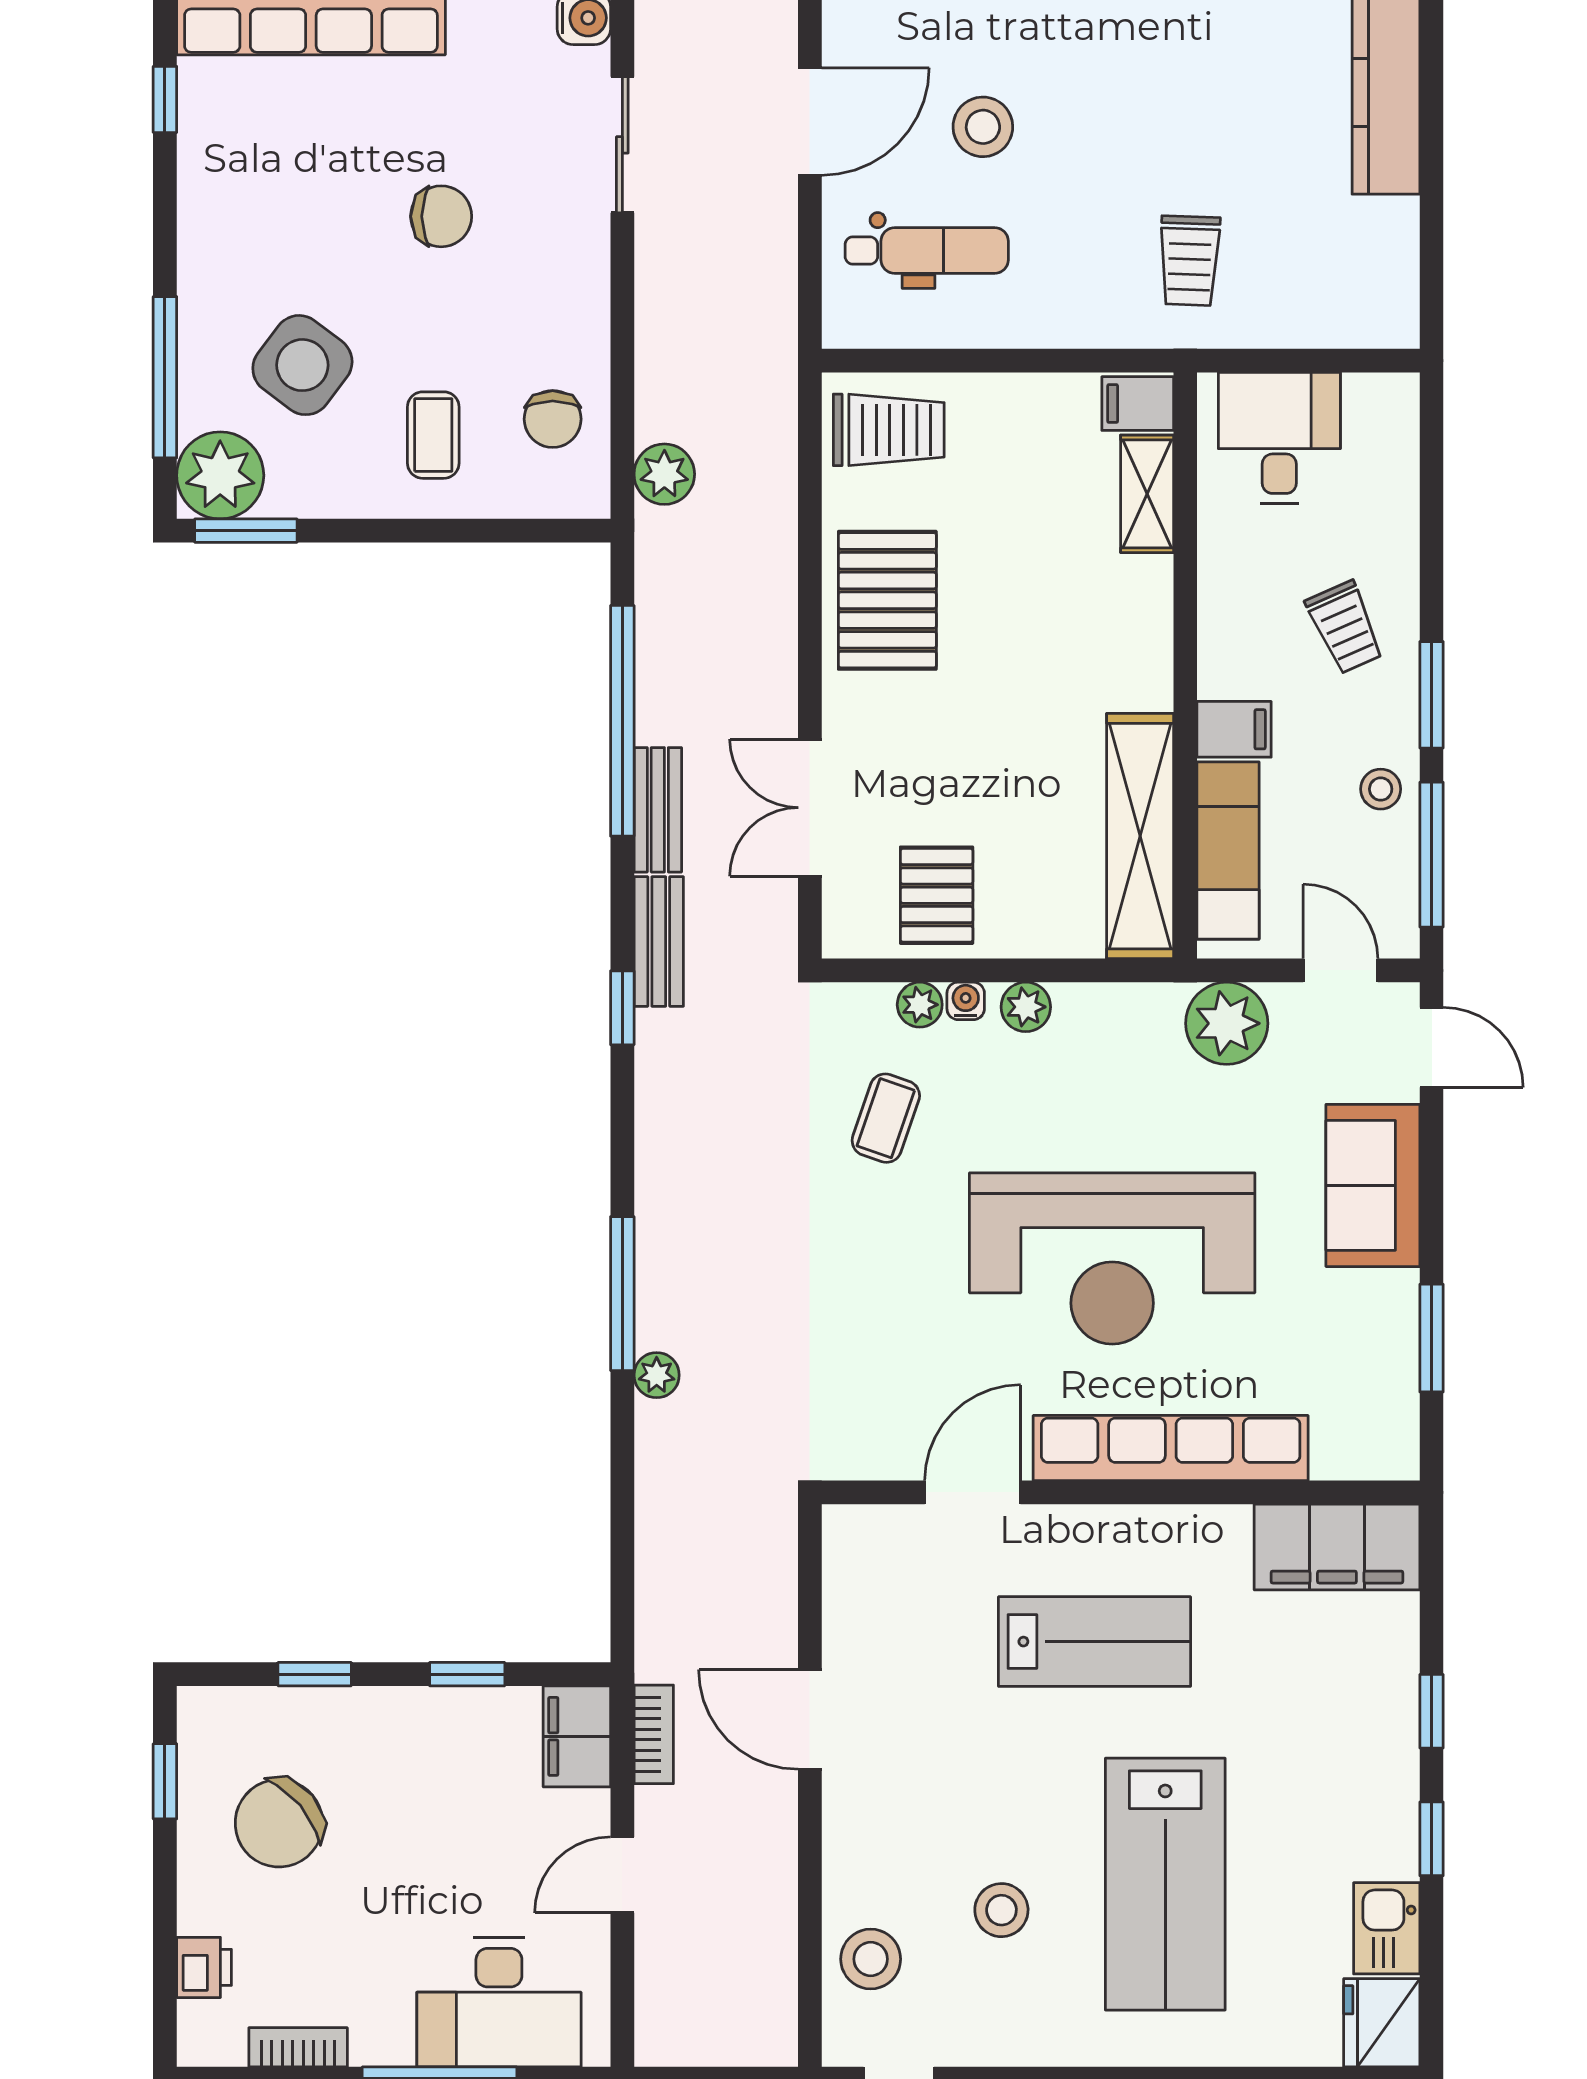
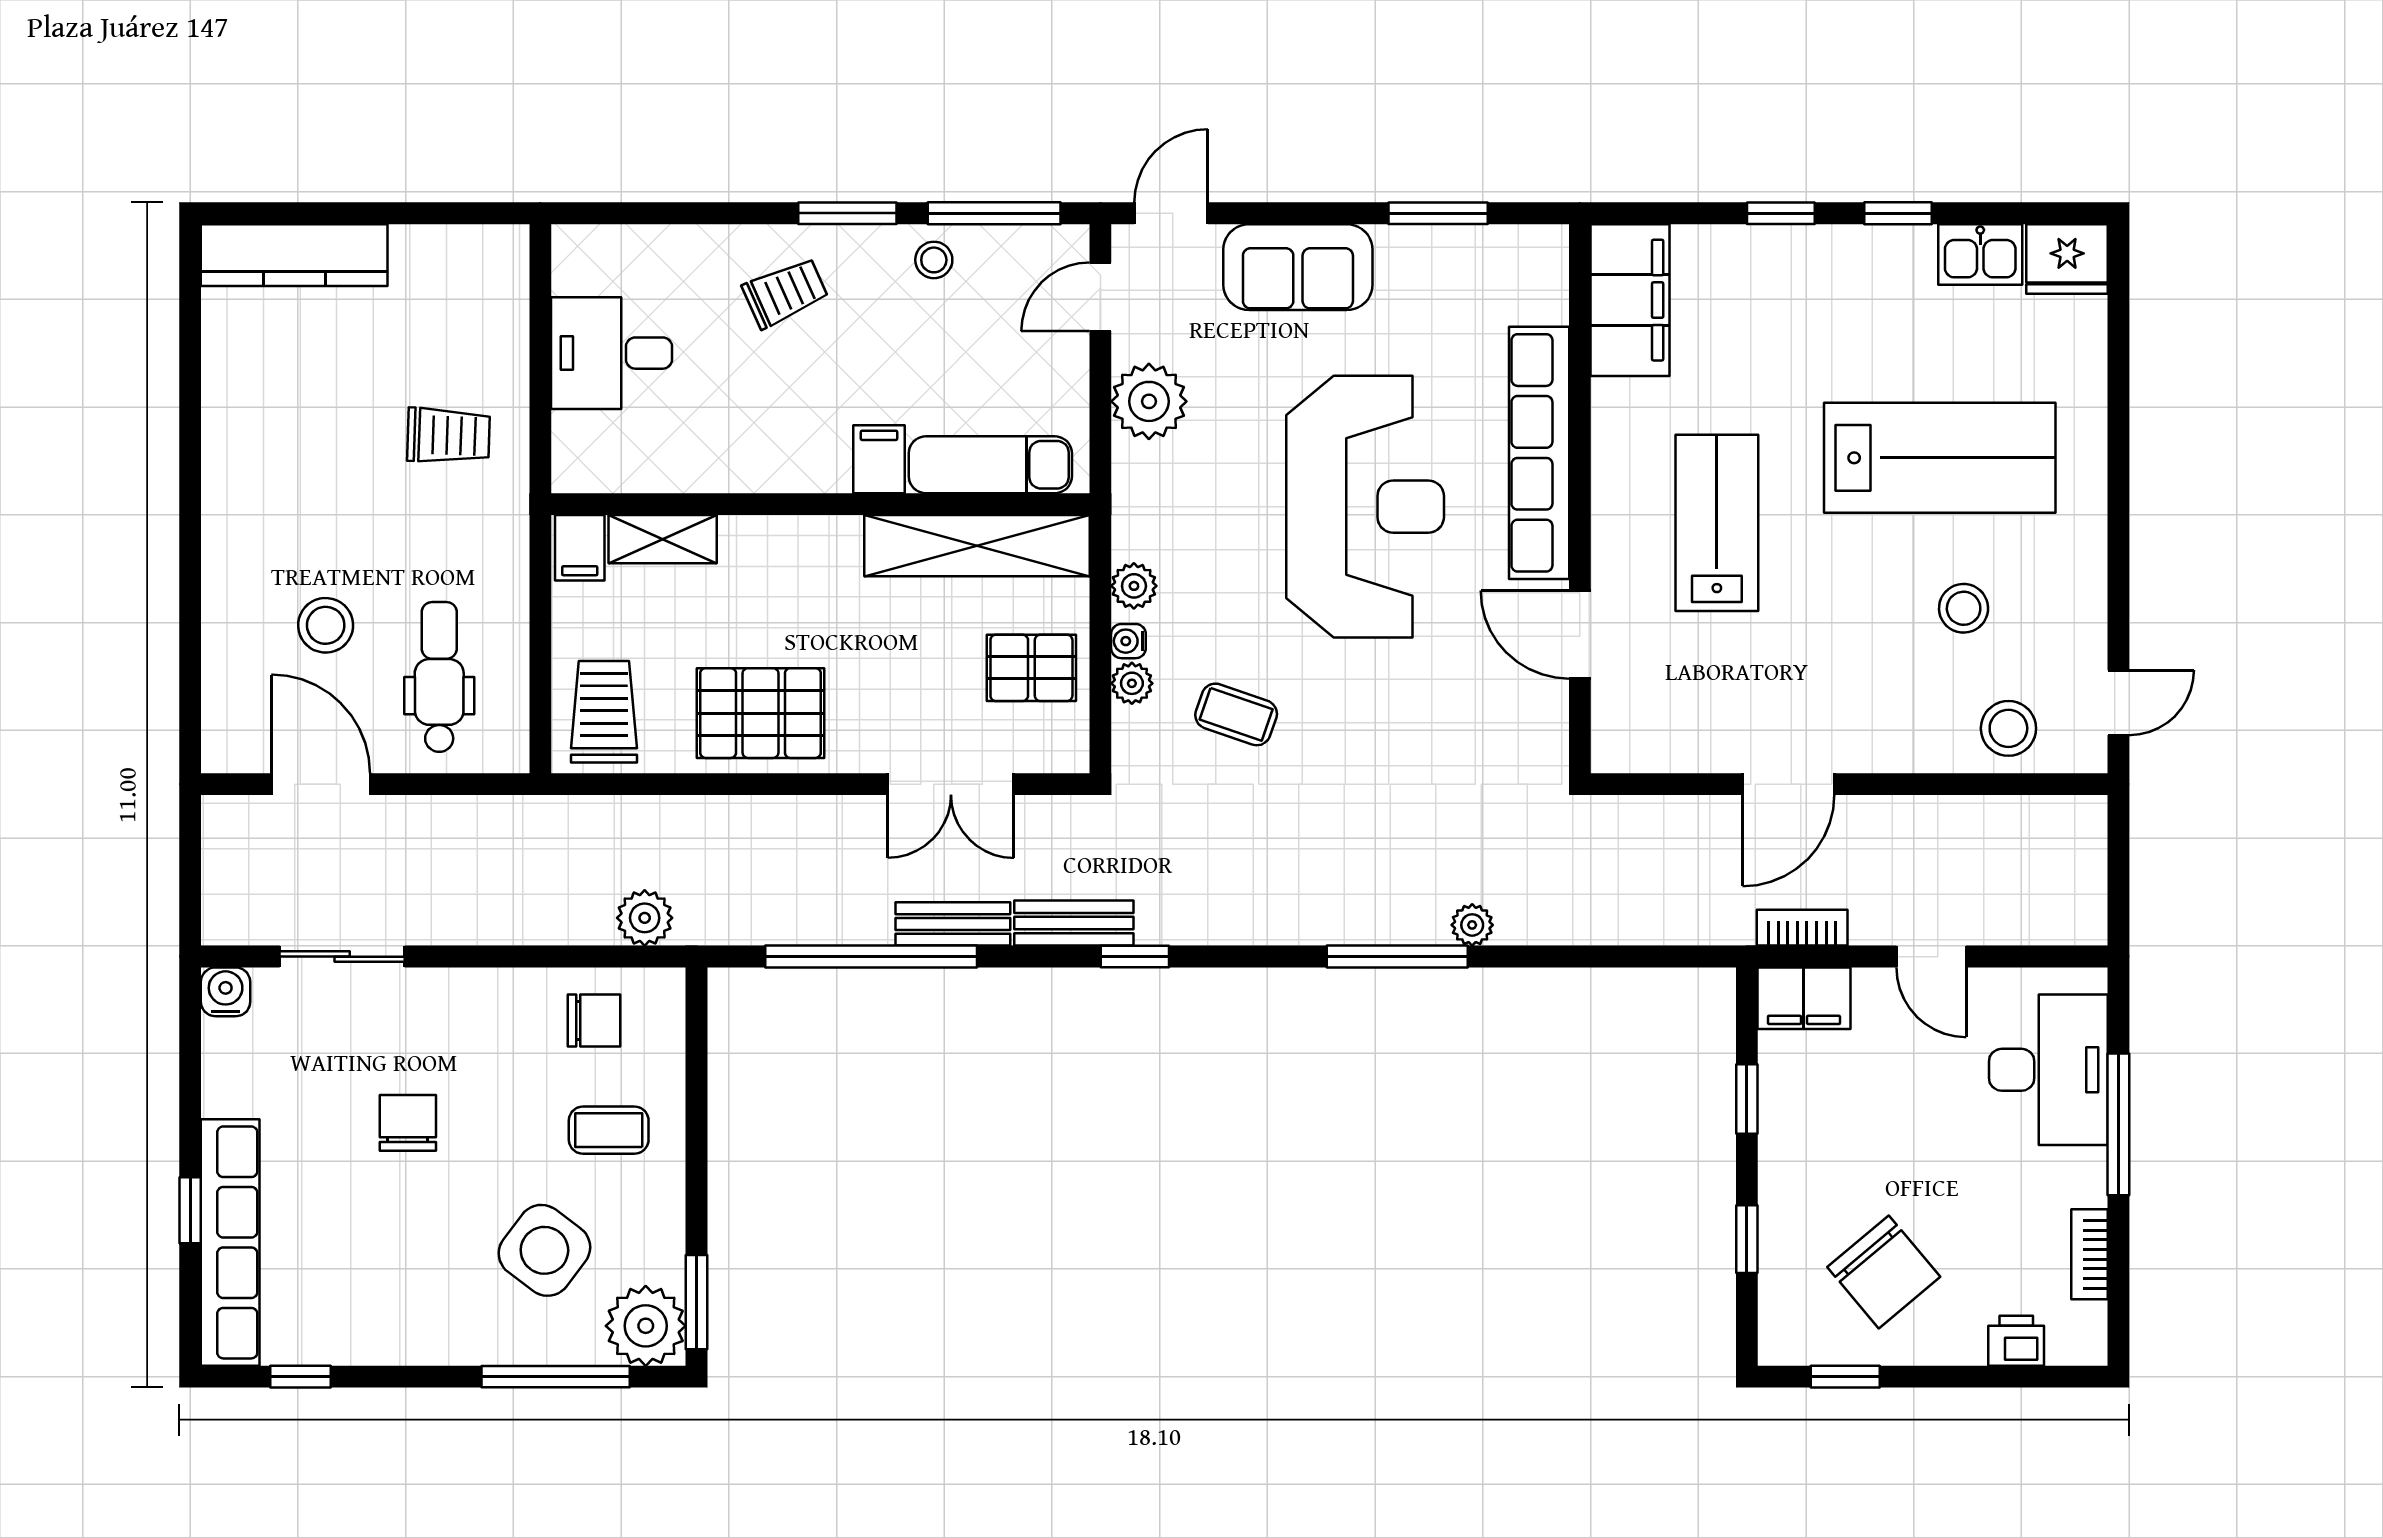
filing cabinet: (1138, 404) -> (580, 548), moved
shelving: (1147, 494) -> (663, 539), moved
wall: (1185, 666) -> (820, 504), moved
filing cabinet: (1234, 729) -> (879, 459), moved
shelving: (1140, 836) -> (977, 546), moved
exam couch: (1228, 851) -> (990, 465), moved

